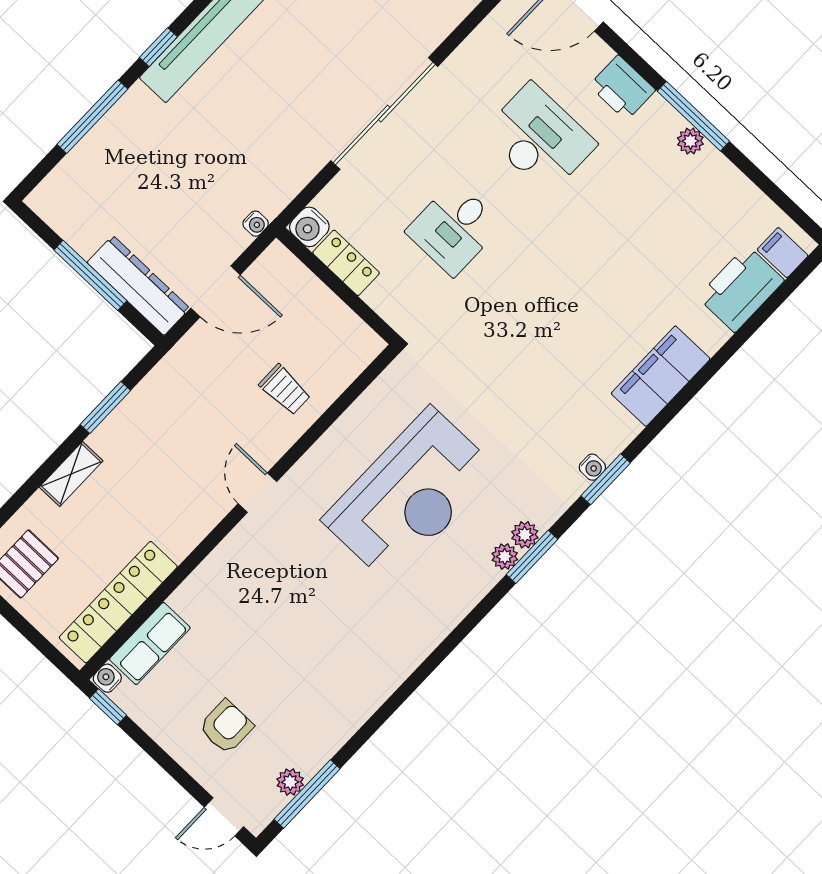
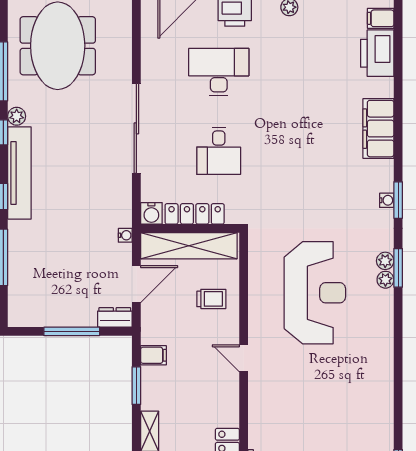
locker: (346, 263) -> (195, 214), width x1.53
dresser: (138, 285) -> (115, 317), width x0.51, depth x0.80
shelving: (317, 305) -> (189, 246), added
filing cabinet: (158, 391) -> (153, 355), added

